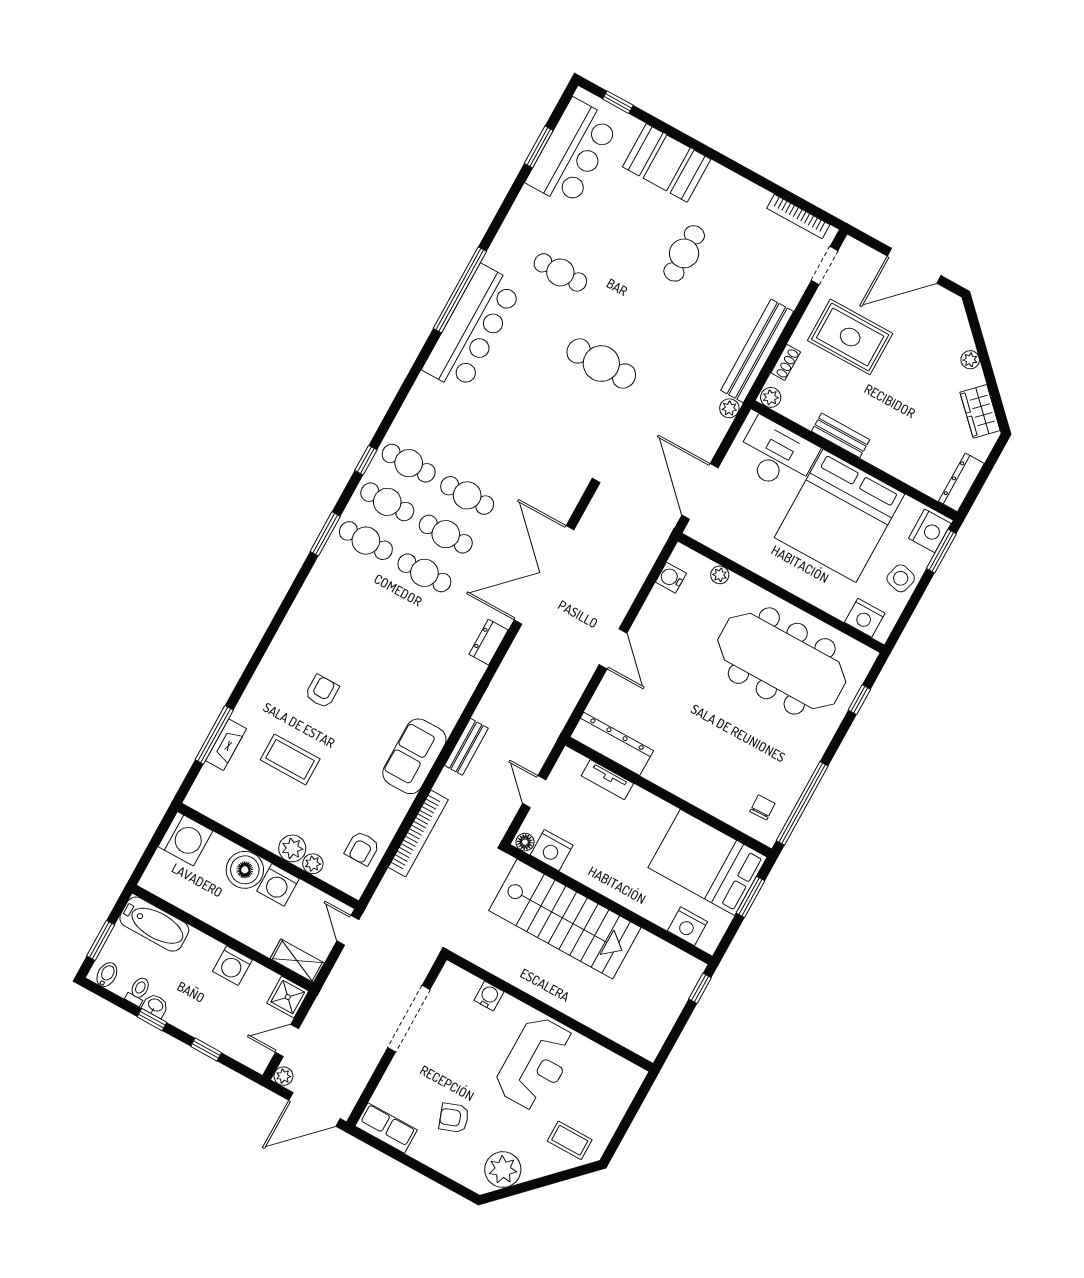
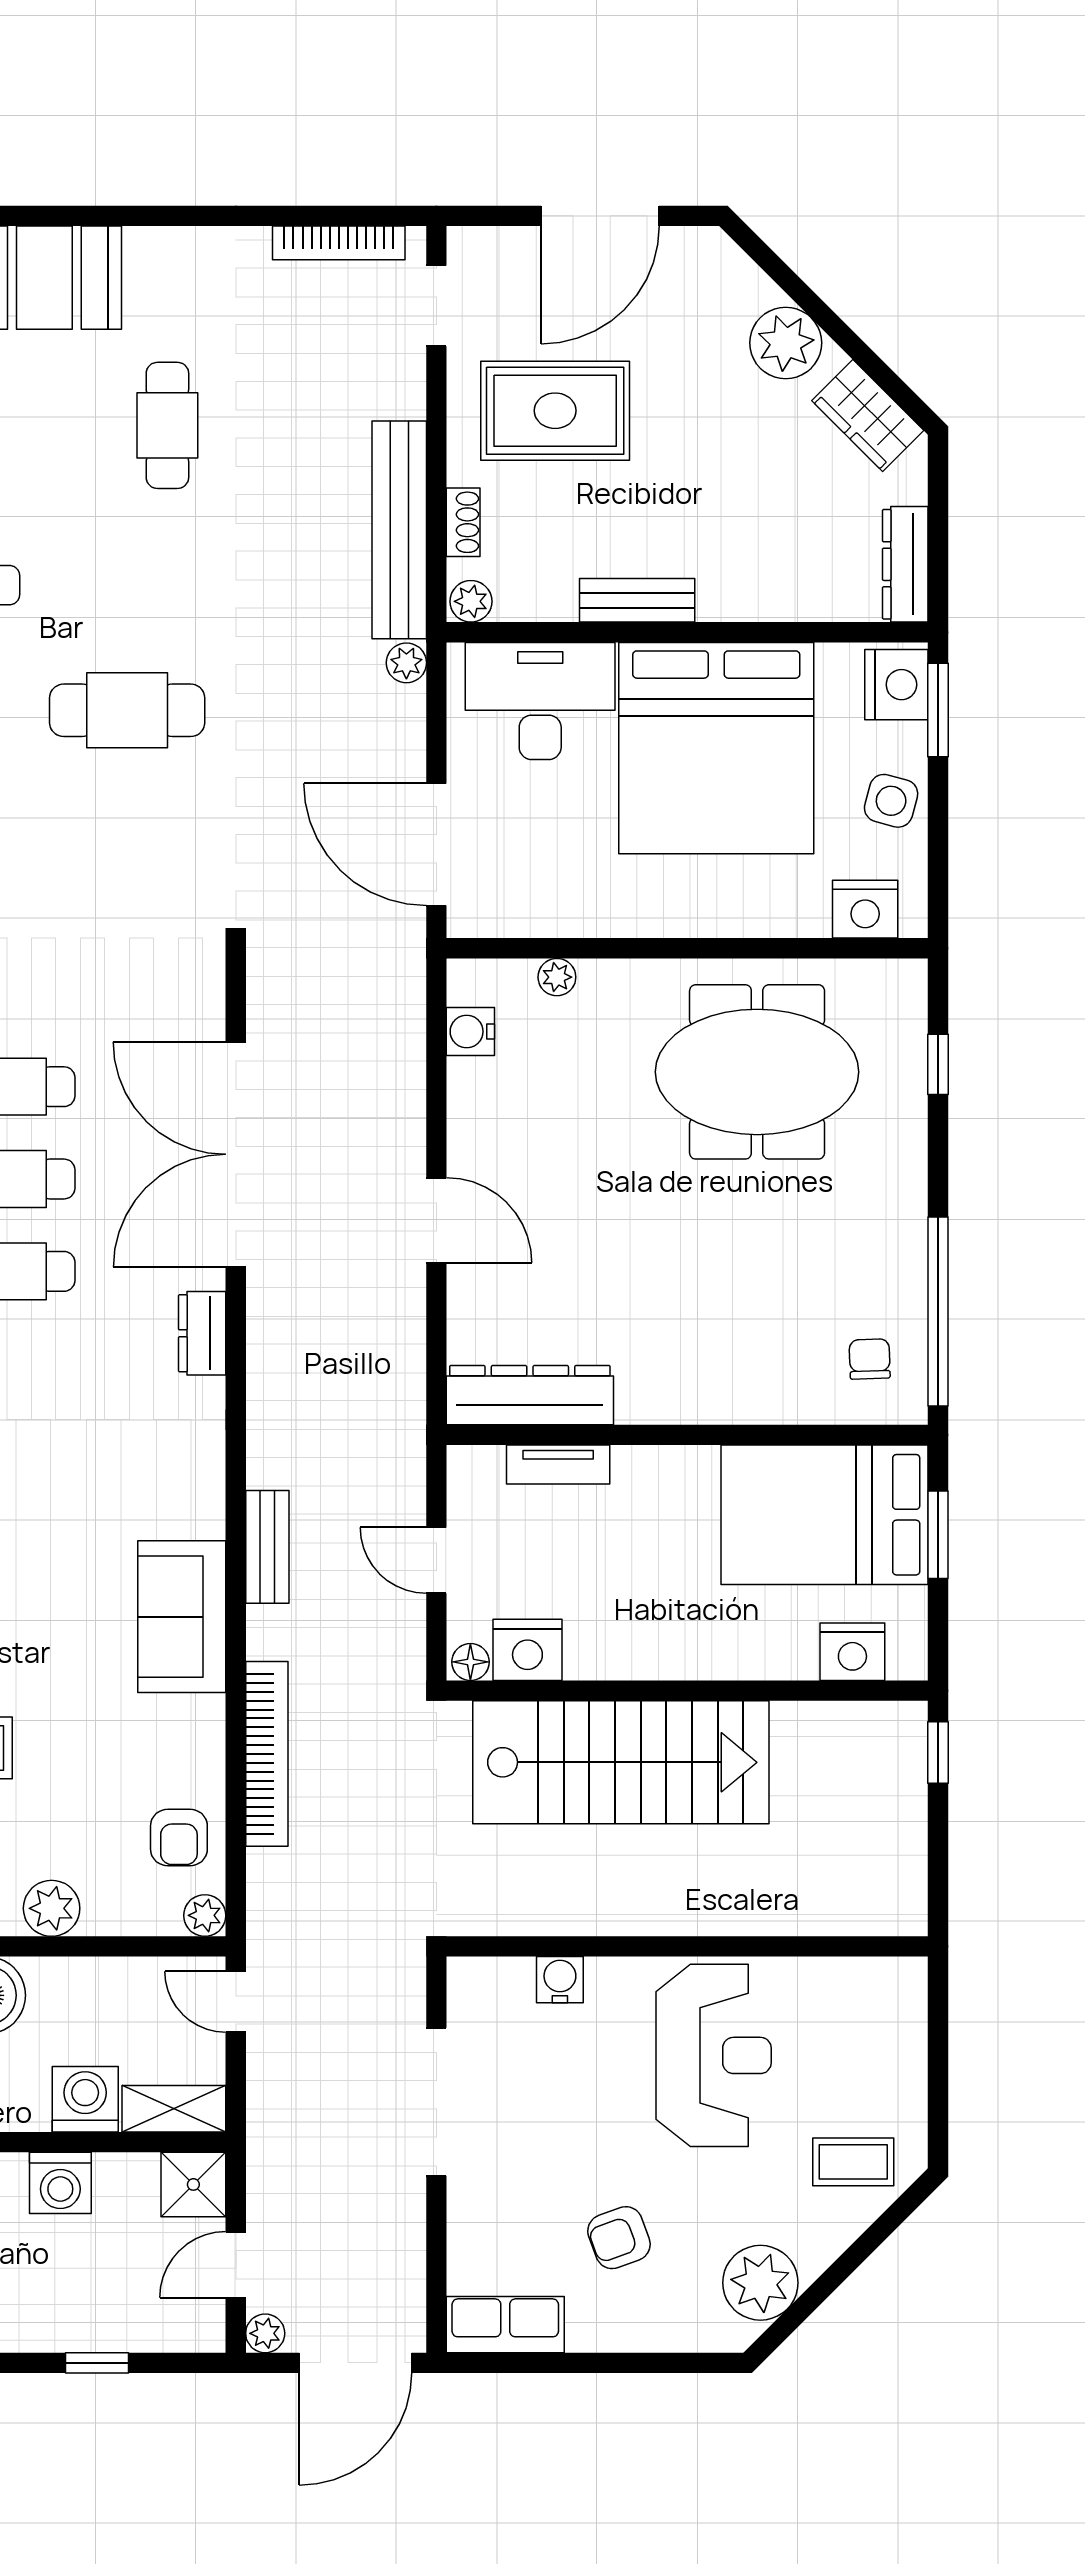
plant: (970, 360) -> (786, 343), width x1.88, depth x1.88
meeting table: (782, 661) -> (757, 1072), width x0.73
plant: (313, 864) -> (205, 1915), moved
washing machine: (278, 885) -> (85, 2099), moved, turned 180

